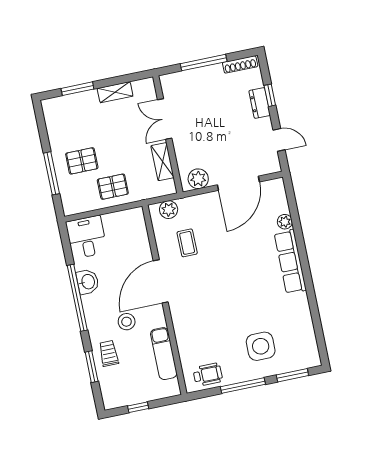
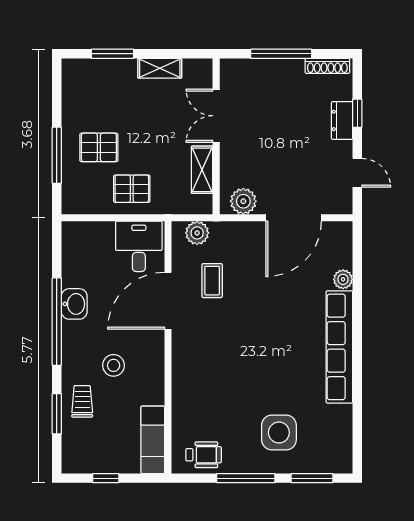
desk: (86, 237) -> (139, 246), moved
row of seats: (290, 262) -> (339, 347), width x1.36
door: (161, 281) -> (168, 301), moved
exam couch: (164, 354) -> (153, 440), moved

